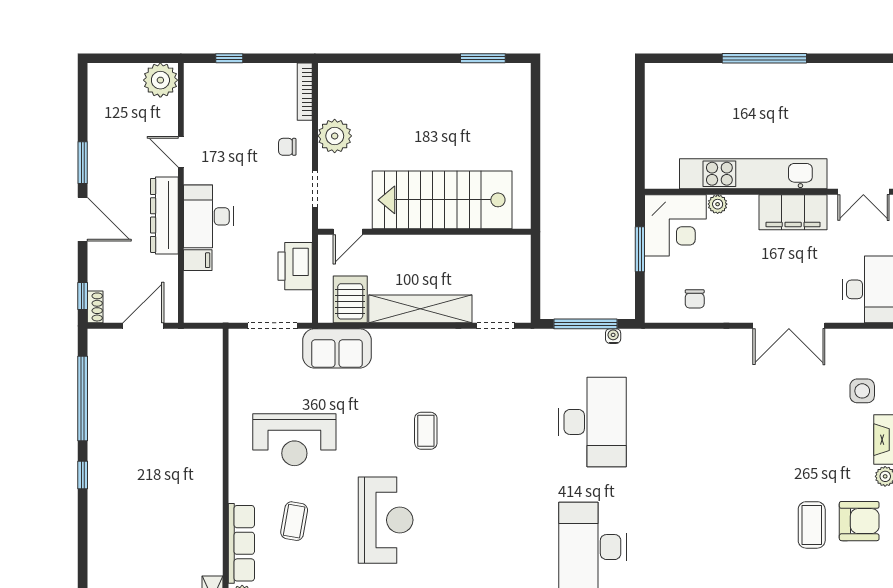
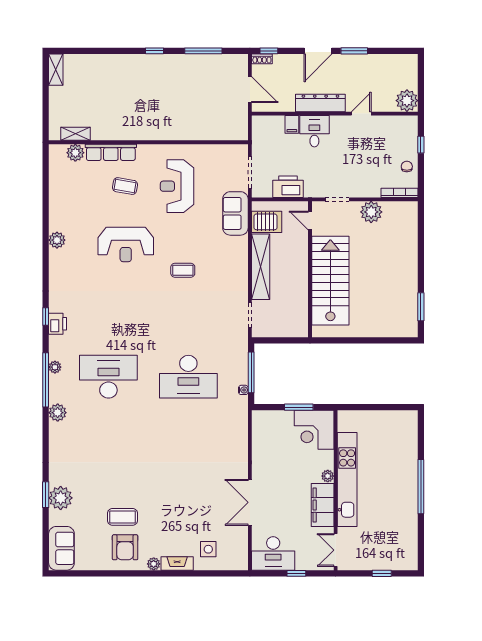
chair: (287, 147) -> (407, 166), moved
plant: (718, 204) -> (328, 476), moved
desk: (208, 216) -> (314, 131), width x0.73
chair: (695, 299) -> (267, 442), removed
window: (83, 399) -> (203, 51), width x0.68

